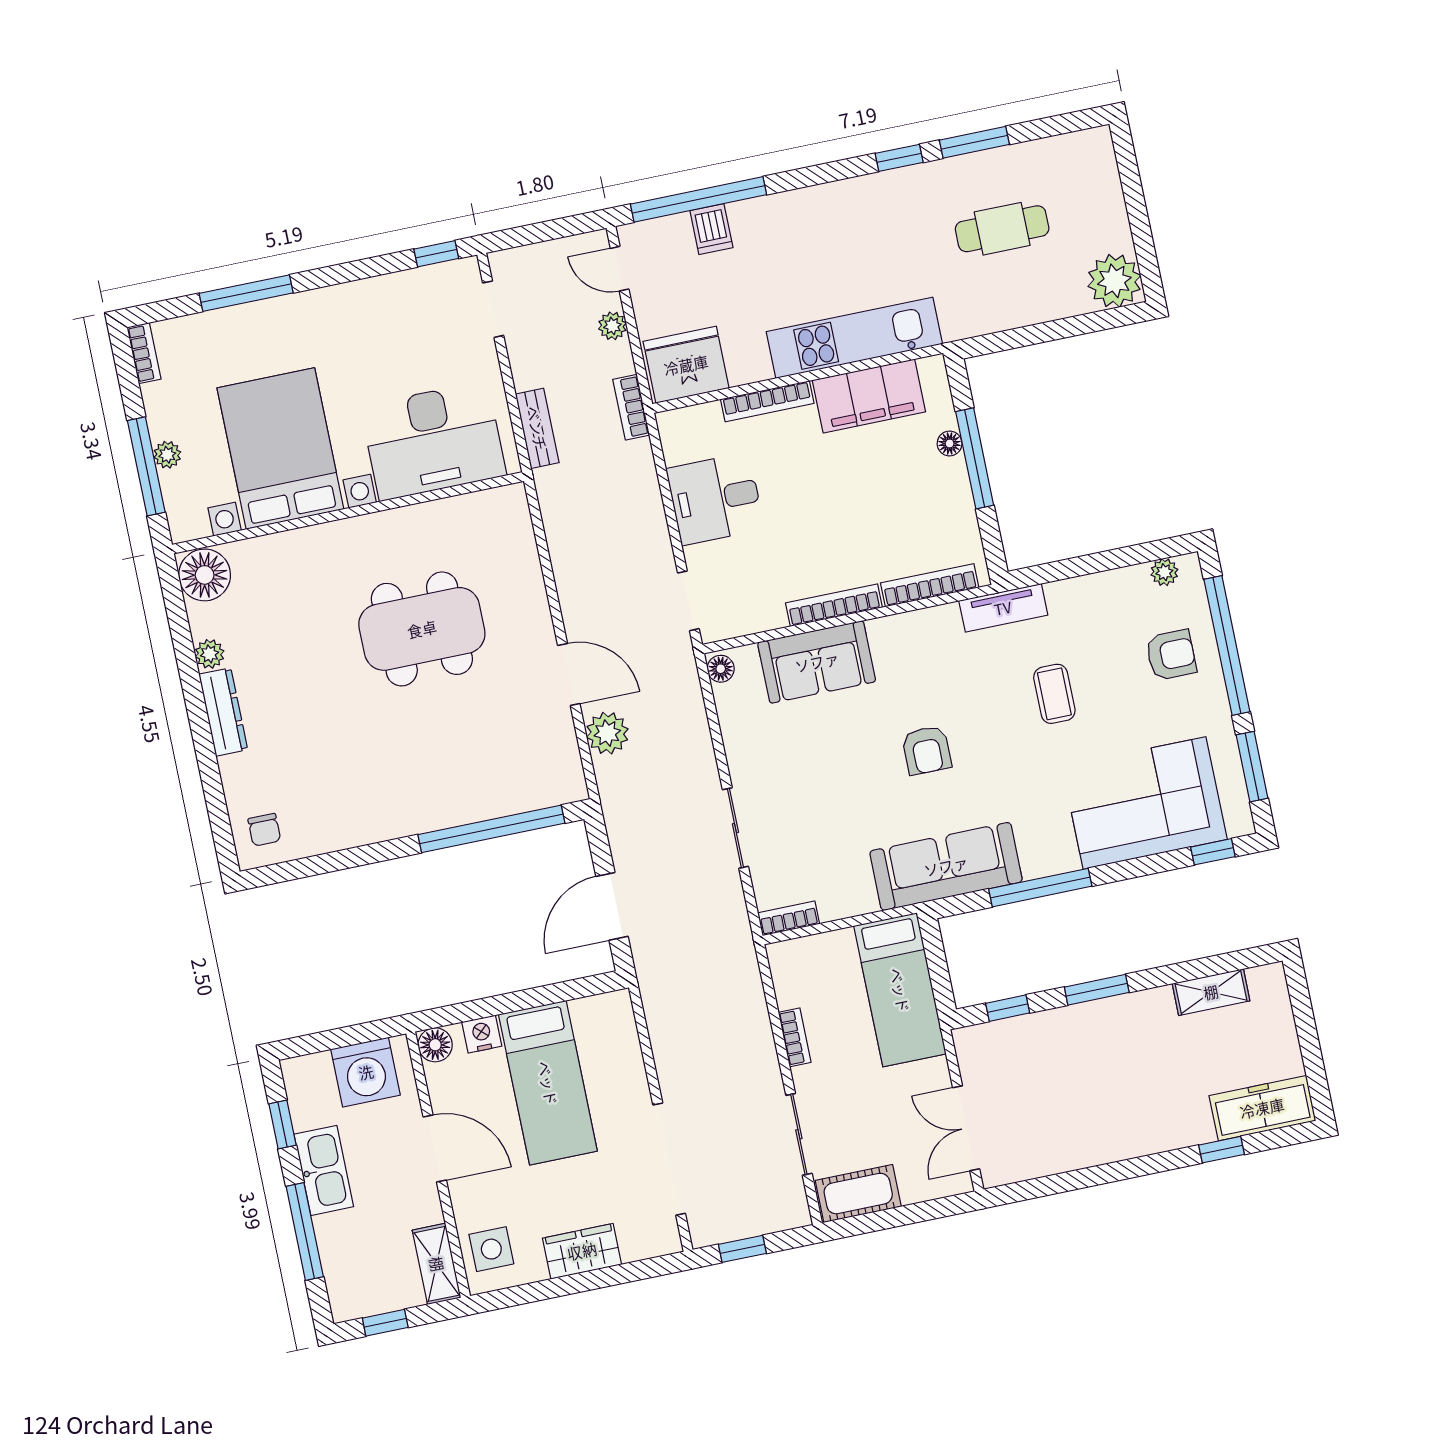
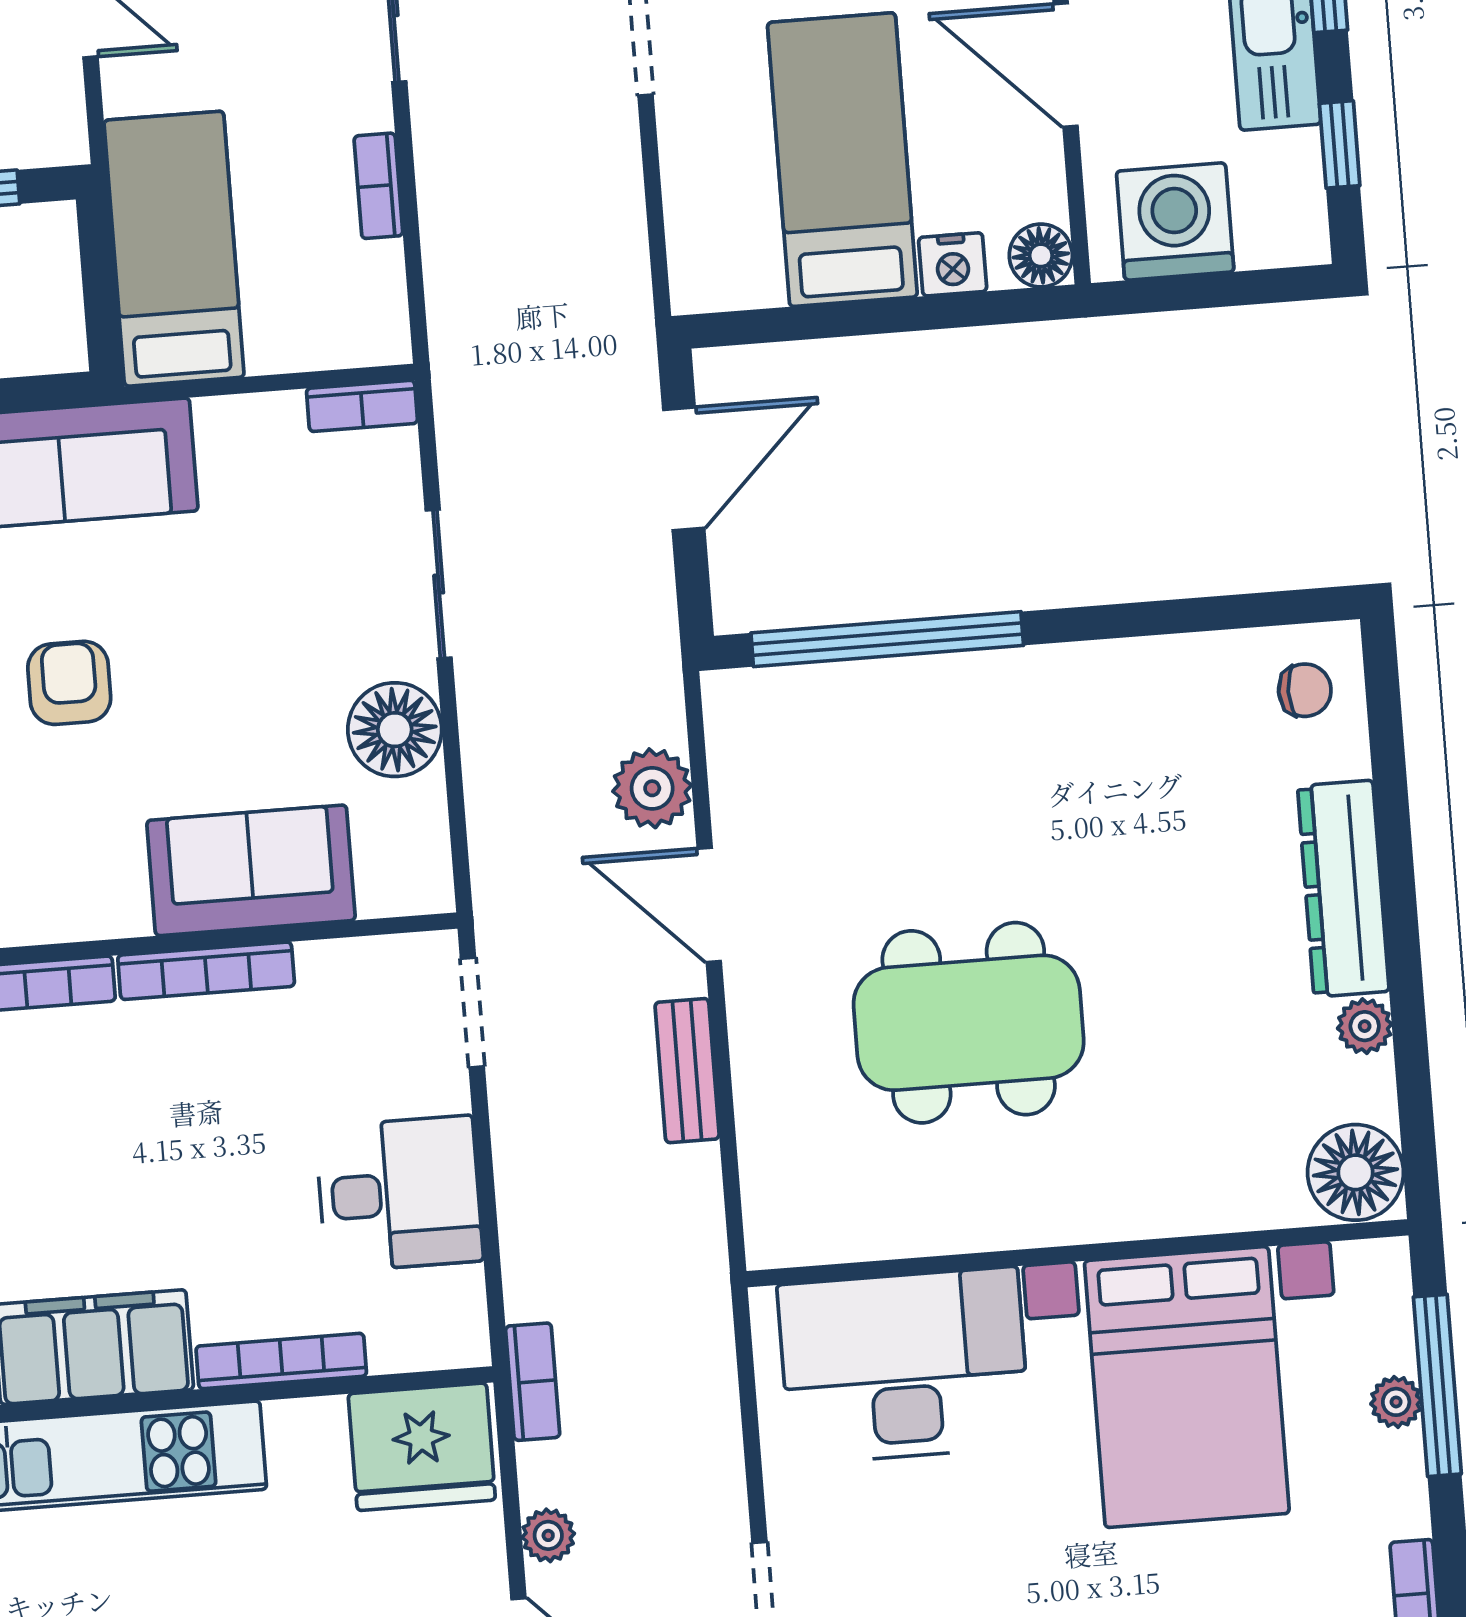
bench: (537, 428) -> (687, 1071), moved
floor lamp: (721, 669) -> (395, 730), moved, width x1.89, depth x1.89
dresser: (223, 712) -> (1343, 889), width x1.37, depth x1.24
chair: (264, 830) -> (1305, 690), turned 90

